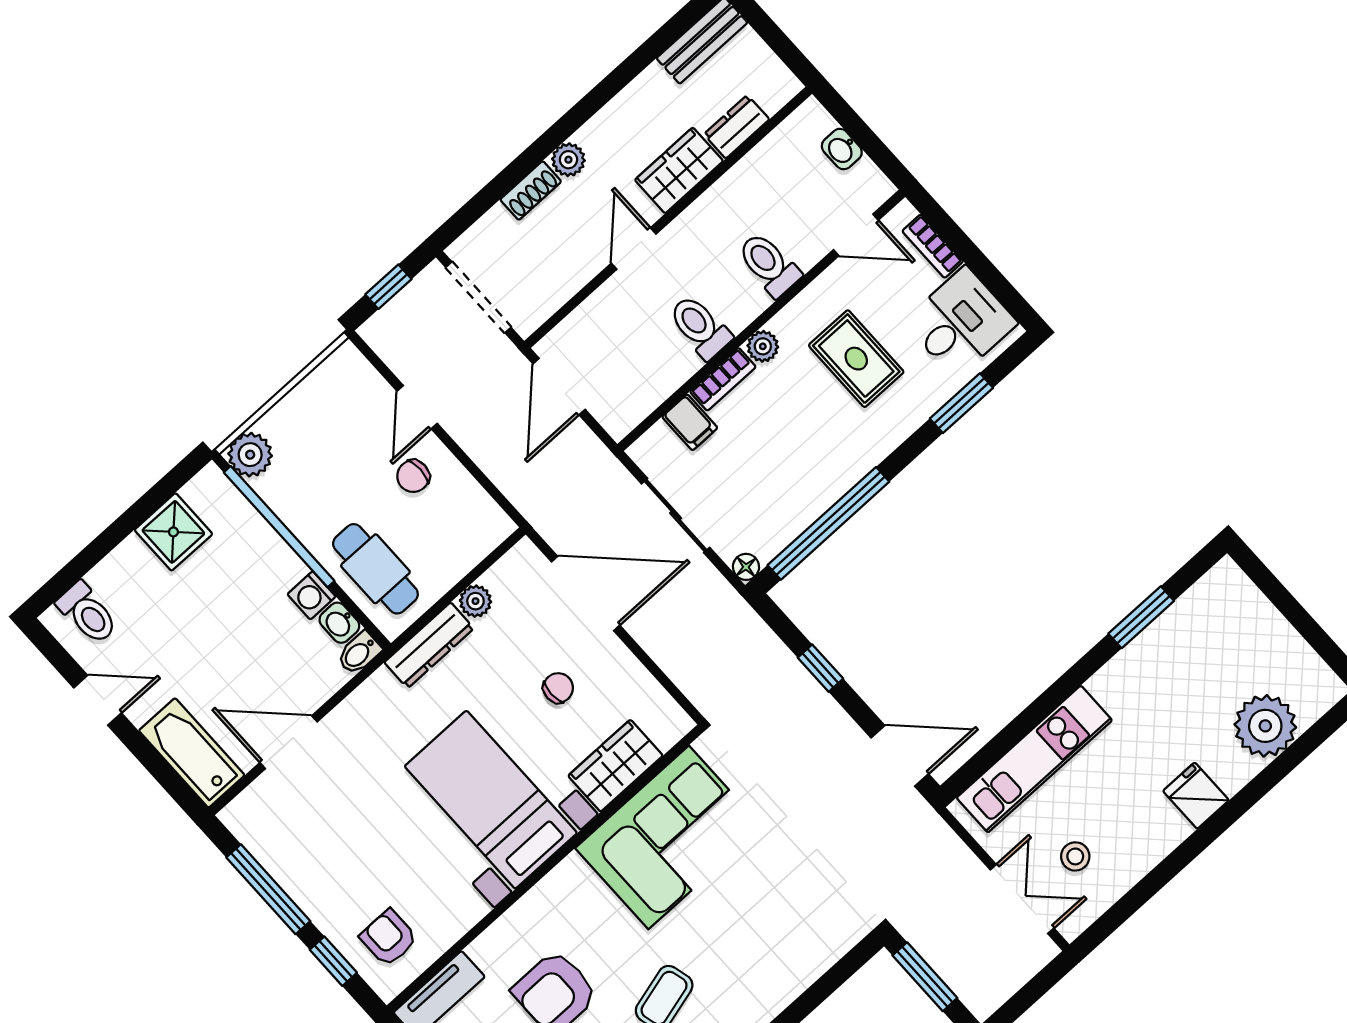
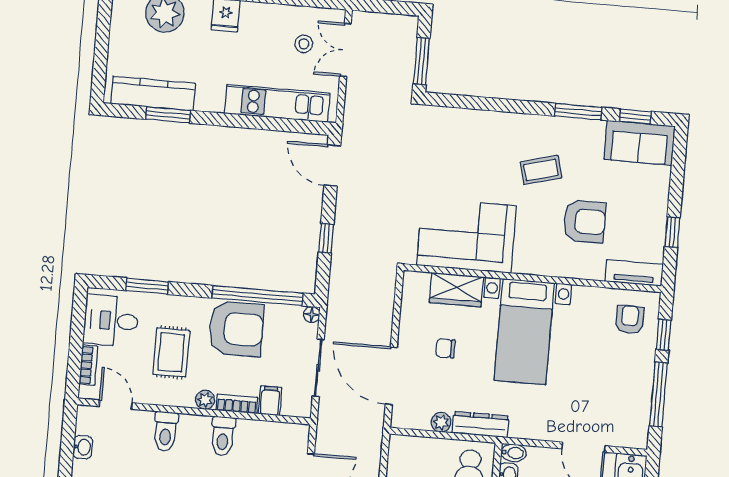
armchair: (813, 462) -> (236, 329), added
kitchen counter: (1183, 623) -> (153, 94), added
armchair: (389, 938) -> (630, 320), turned 180

